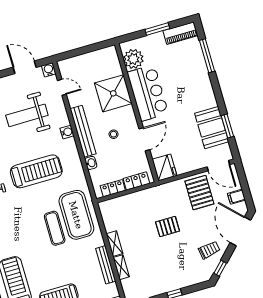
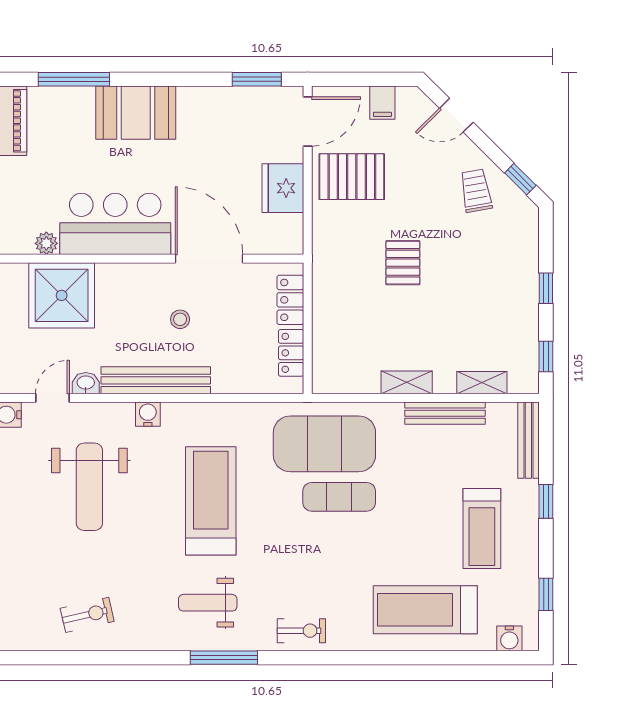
plant: (133, 59) -> (46, 243), width x0.53, depth x0.53
shower: (113, 93) -> (62, 295), moved
window: (227, 126) -> (257, 79), moved
booth: (212, 128) -> (136, 113), moved
door: (144, 139) -> (209, 259), width x1.36
washbasin: (91, 163) -> (86, 383), moved
fridge: (164, 167) -> (283, 188), moved, turned -90
door: (240, 231) -> (456, 115), width x0.53
shelving: (121, 267) -> (482, 383), moved

